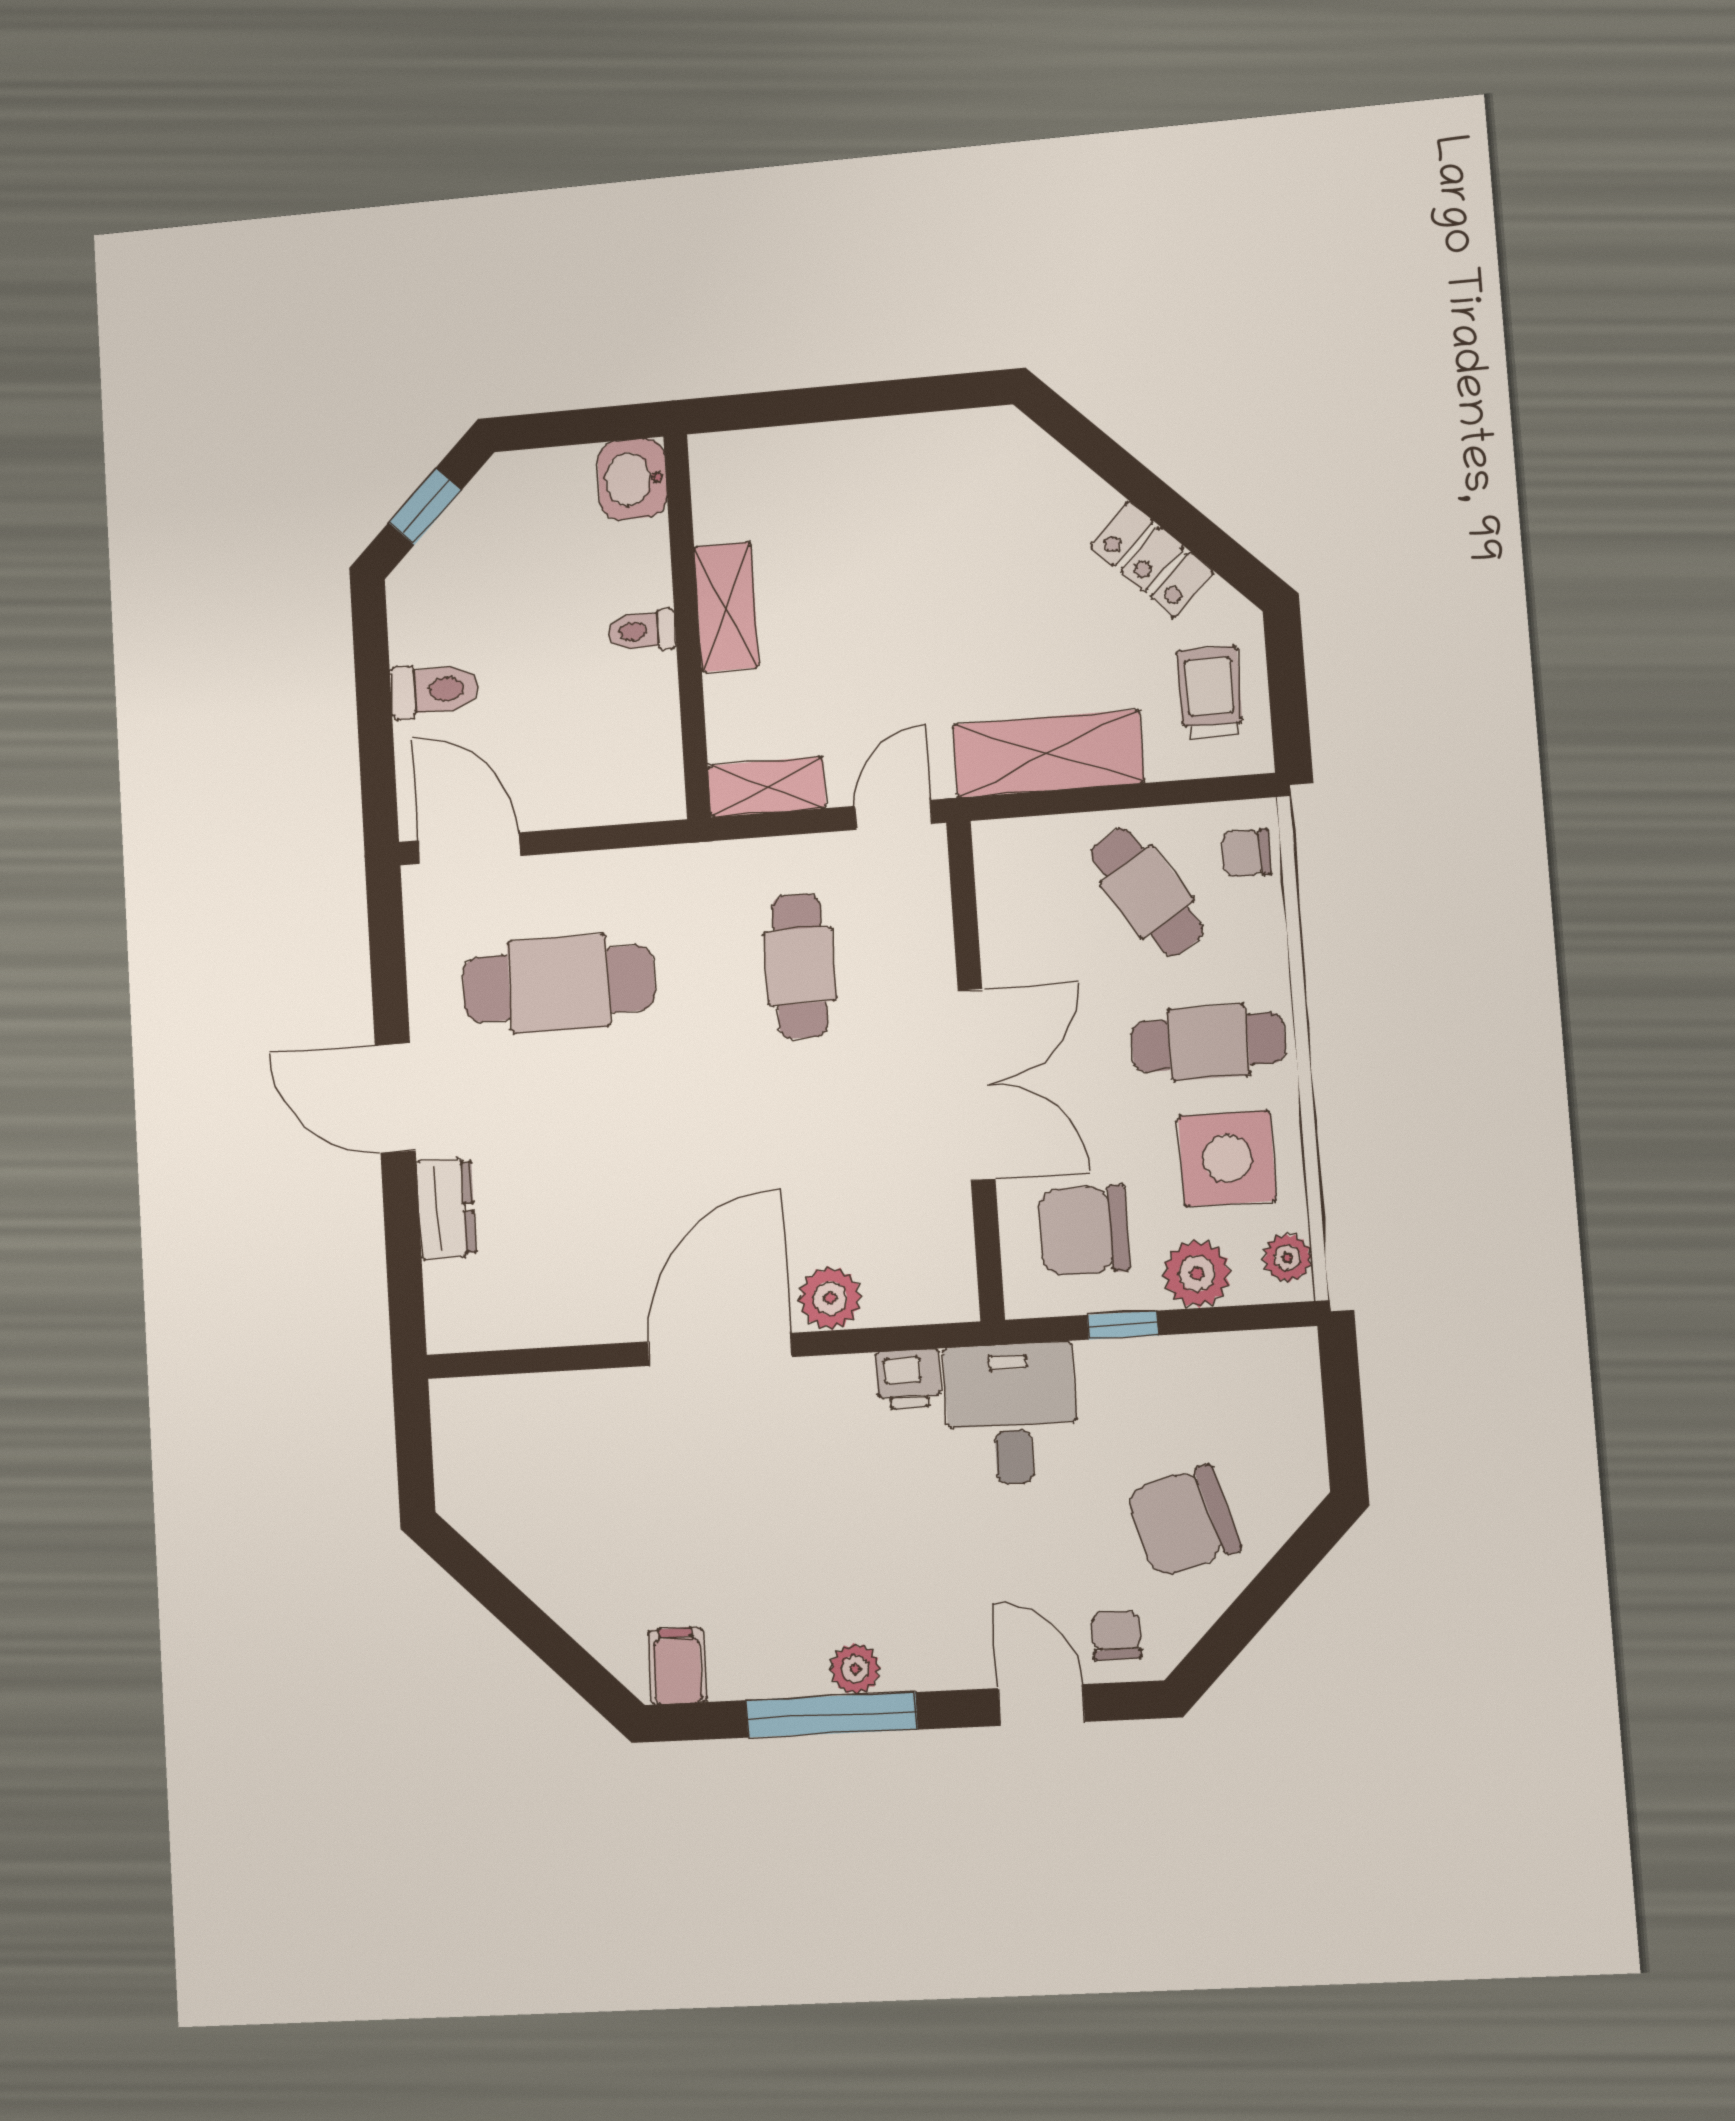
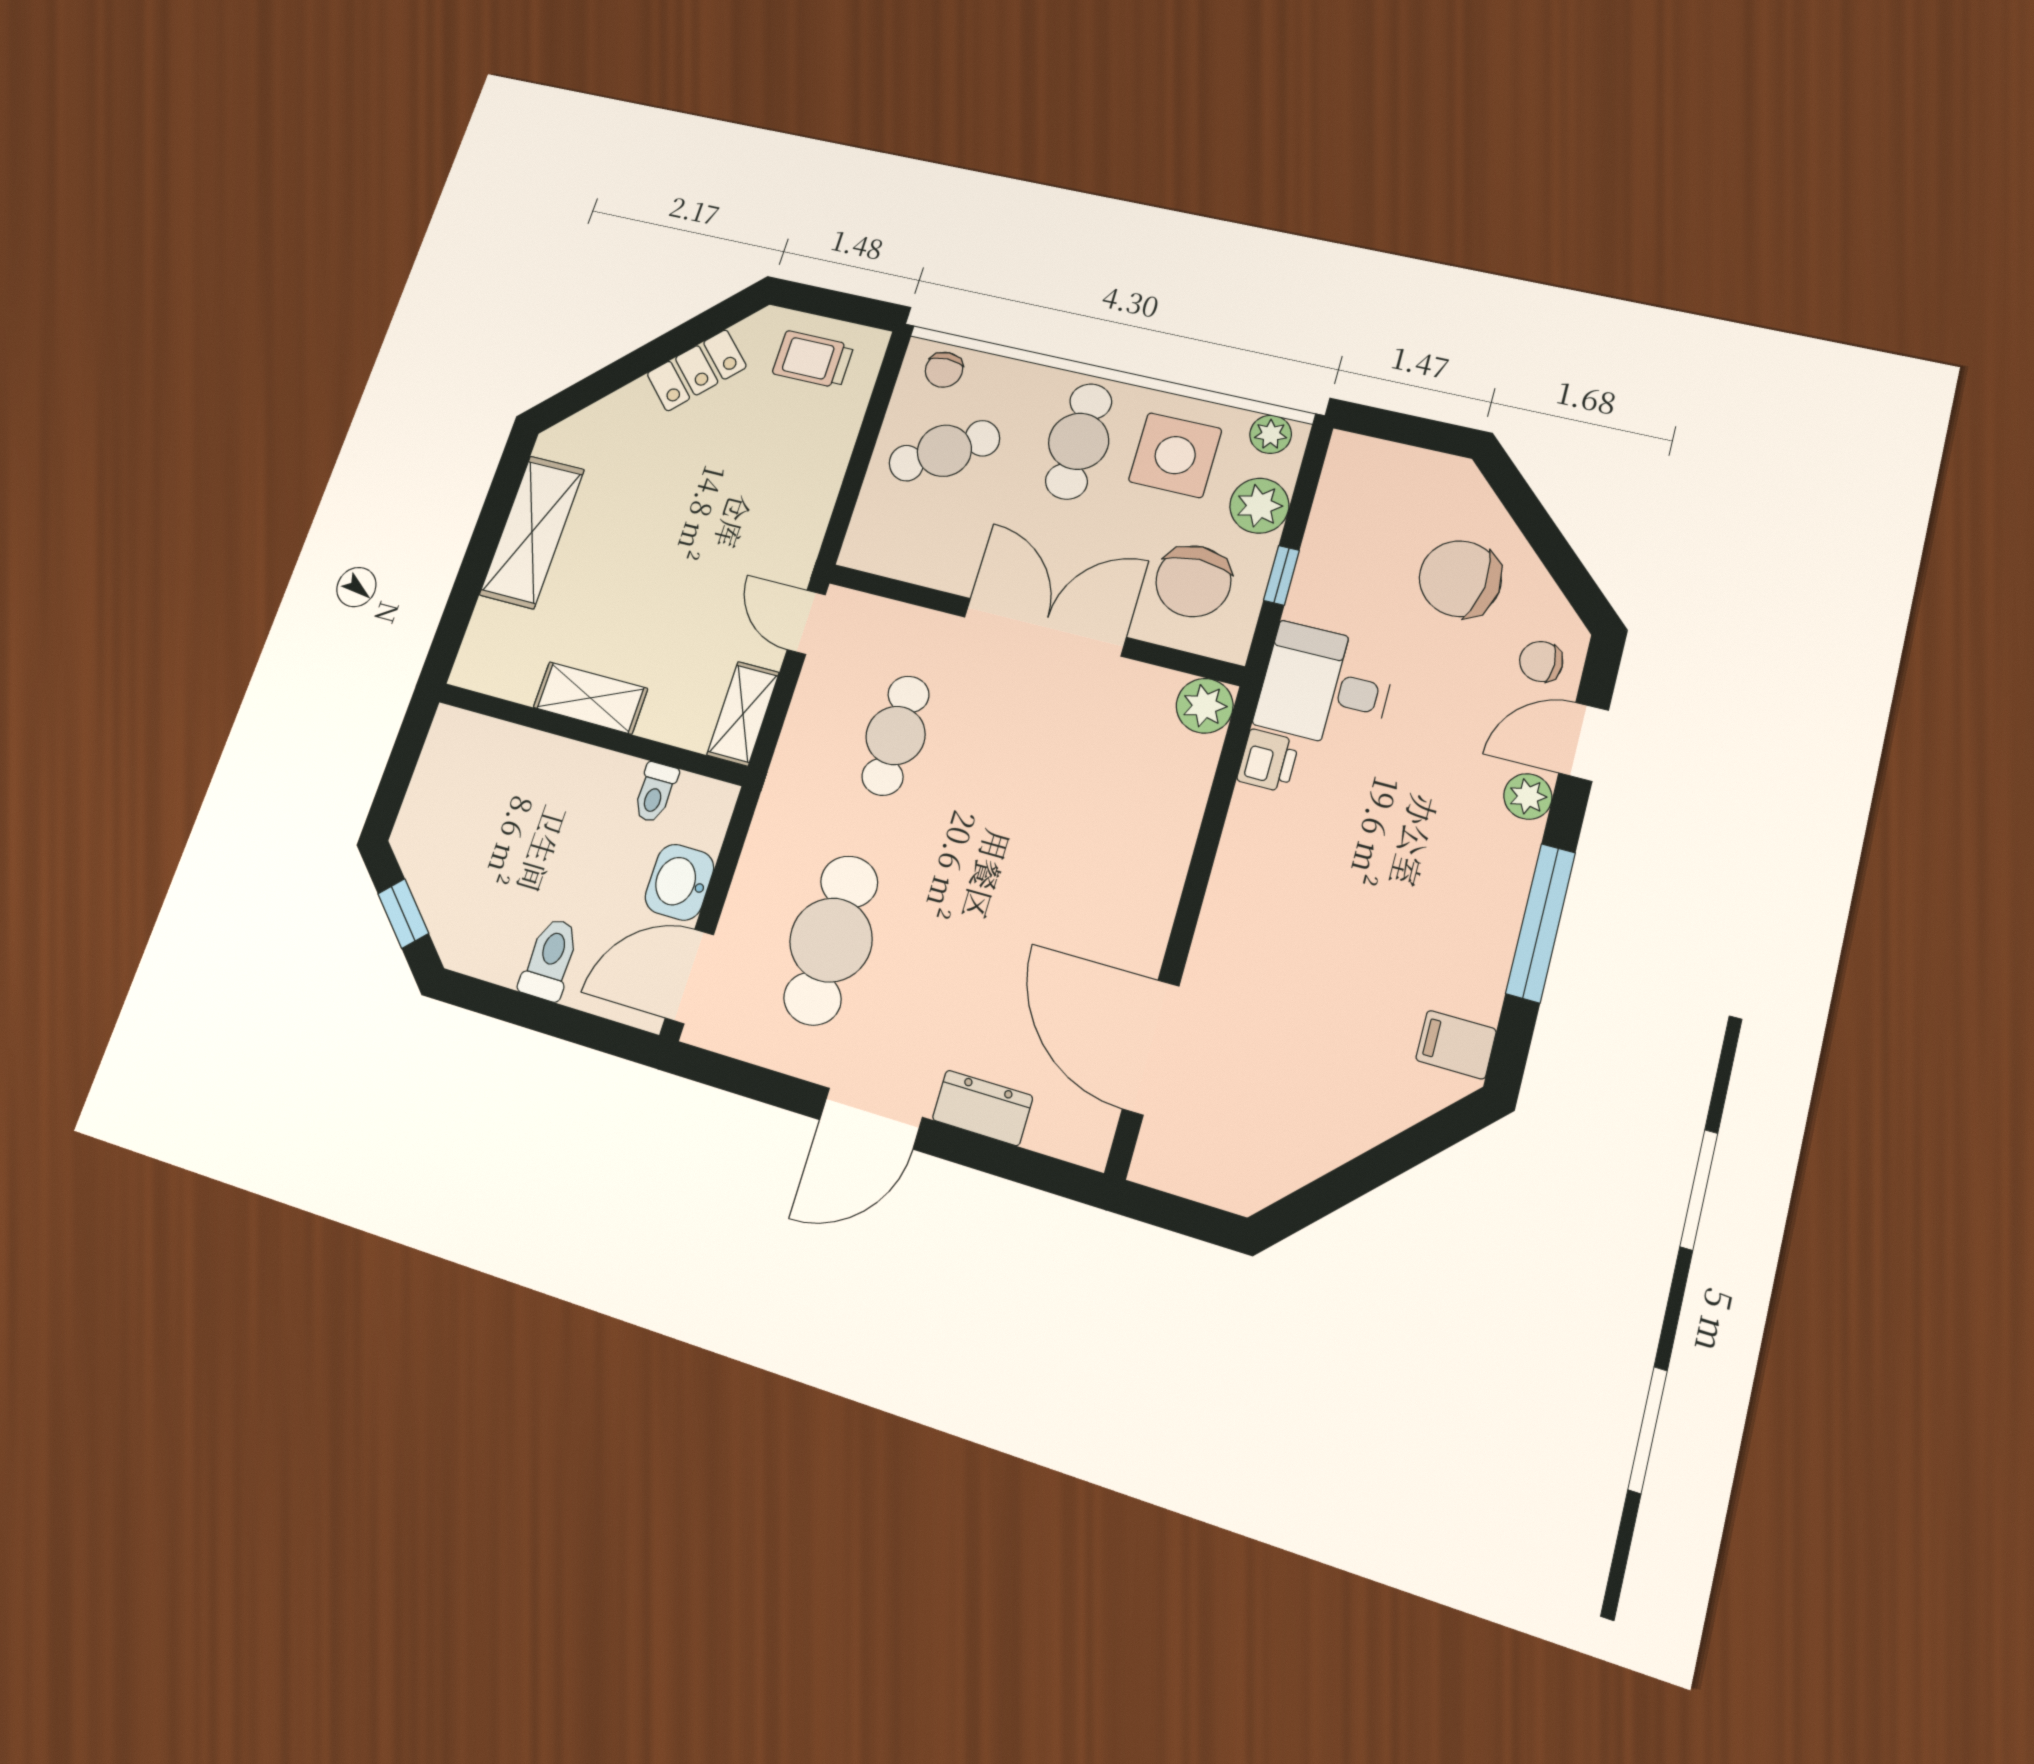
washbasin: (632, 479) -> (679, 882), moved, turned 90
toilet: (642, 631) -> (655, 792), moved
shelving: (1048, 754) -> (532, 532), moved
cafe table: (800, 966) -> (896, 735), turned 90
plant: (830, 1298) -> (1205, 706), moved
door: (720, 1349) -> (1151, 1047), moved
chair: (1183, 1521) -> (1460, 579), turned 113
plant: (855, 1669) -> (1528, 796), moved

